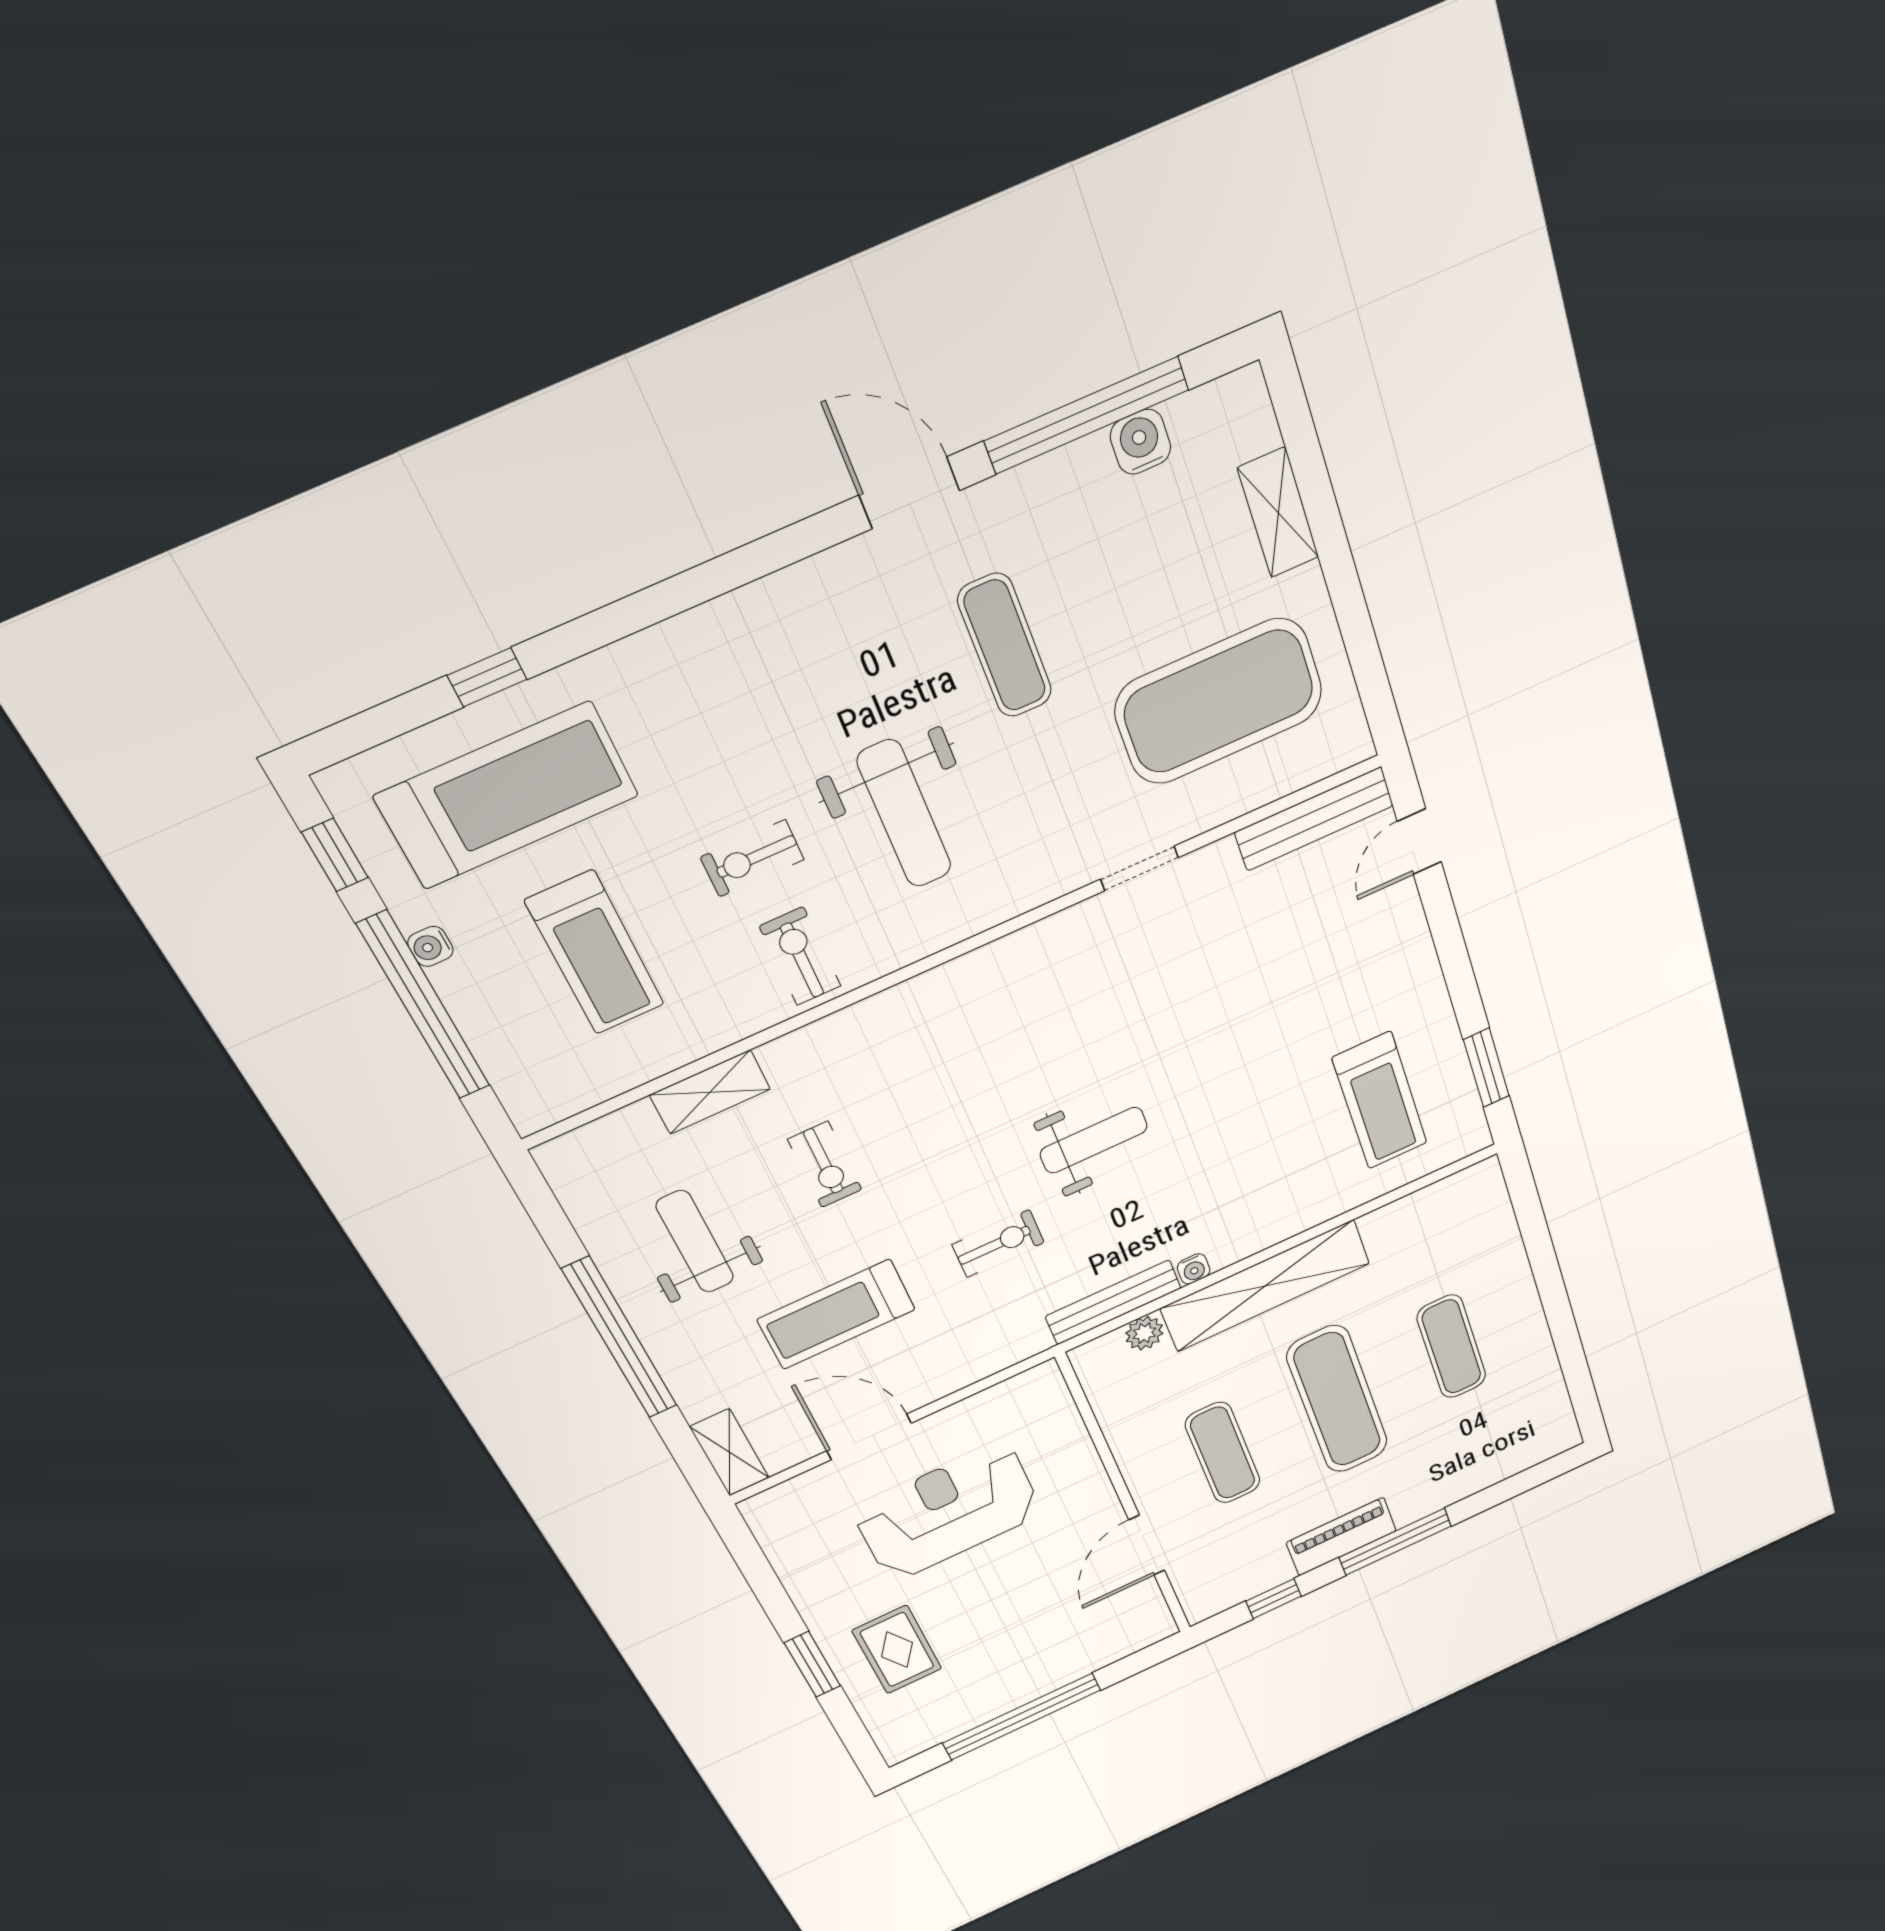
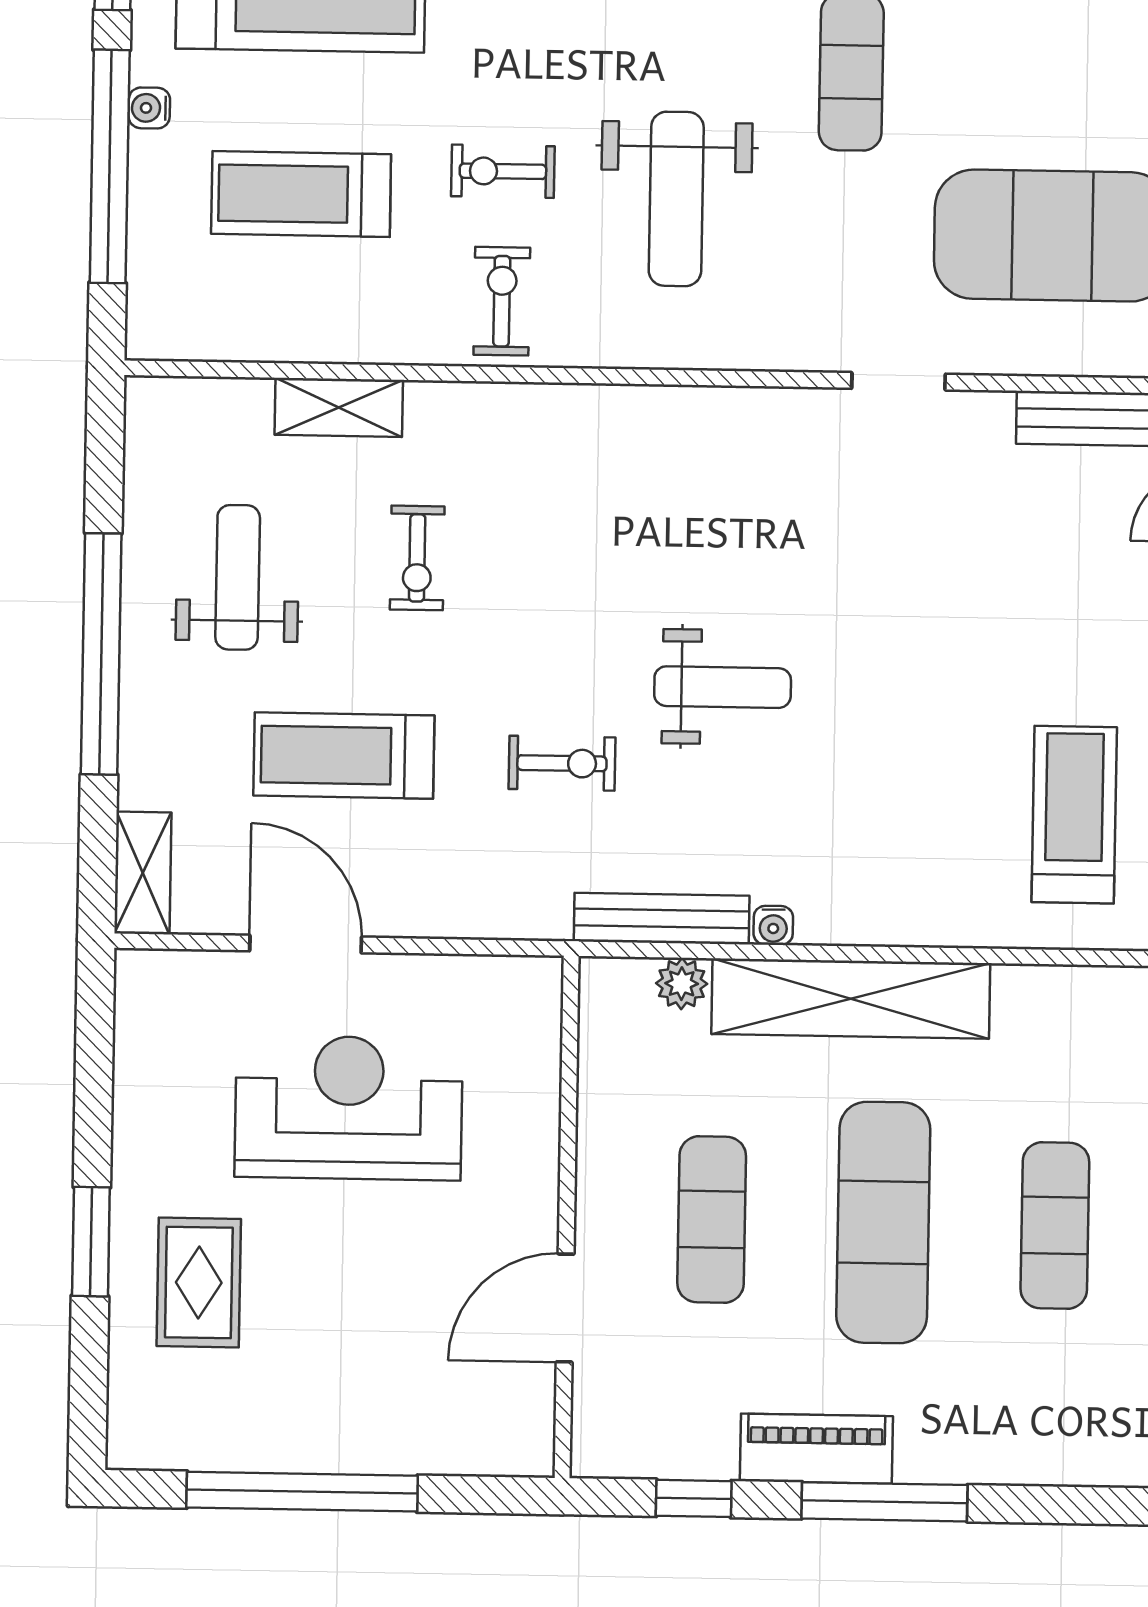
treadmill: (595, 953) -> (301, 194), turned 90
treadmill: (1380, 1101) -> (1074, 815), turned 180

